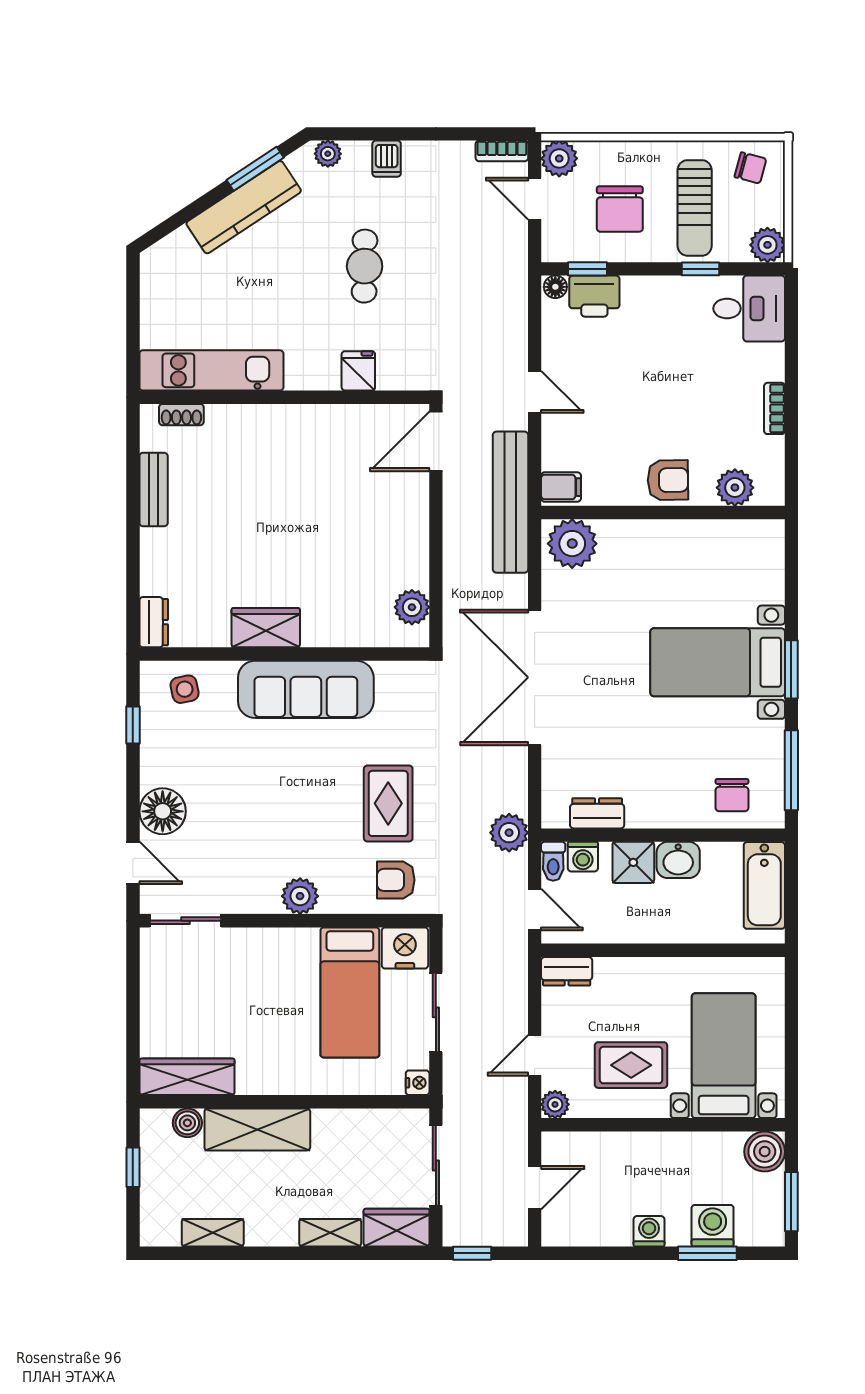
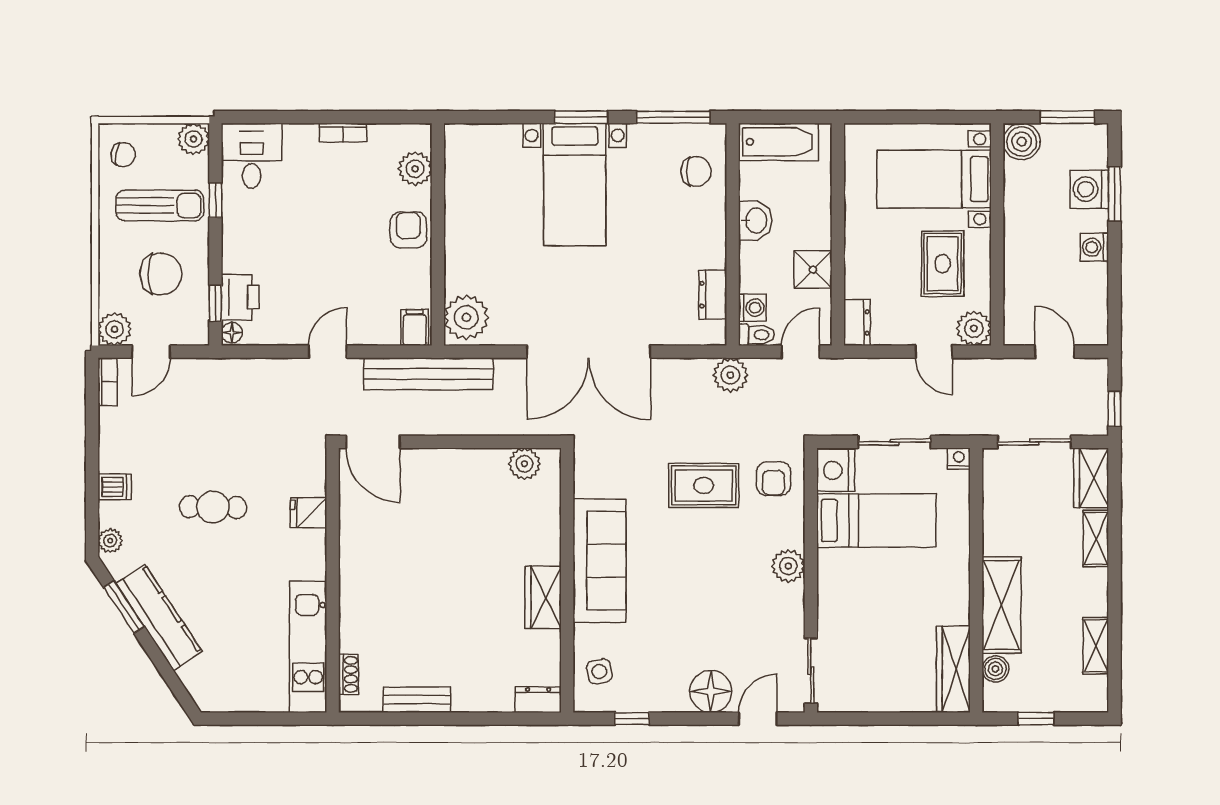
chair: (750, 168) -> (123, 155), turned 85
shower: (633, 862) -> (813, 270), moved
plant: (555, 1104) -> (974, 328), width x1.38, depth x1.38

